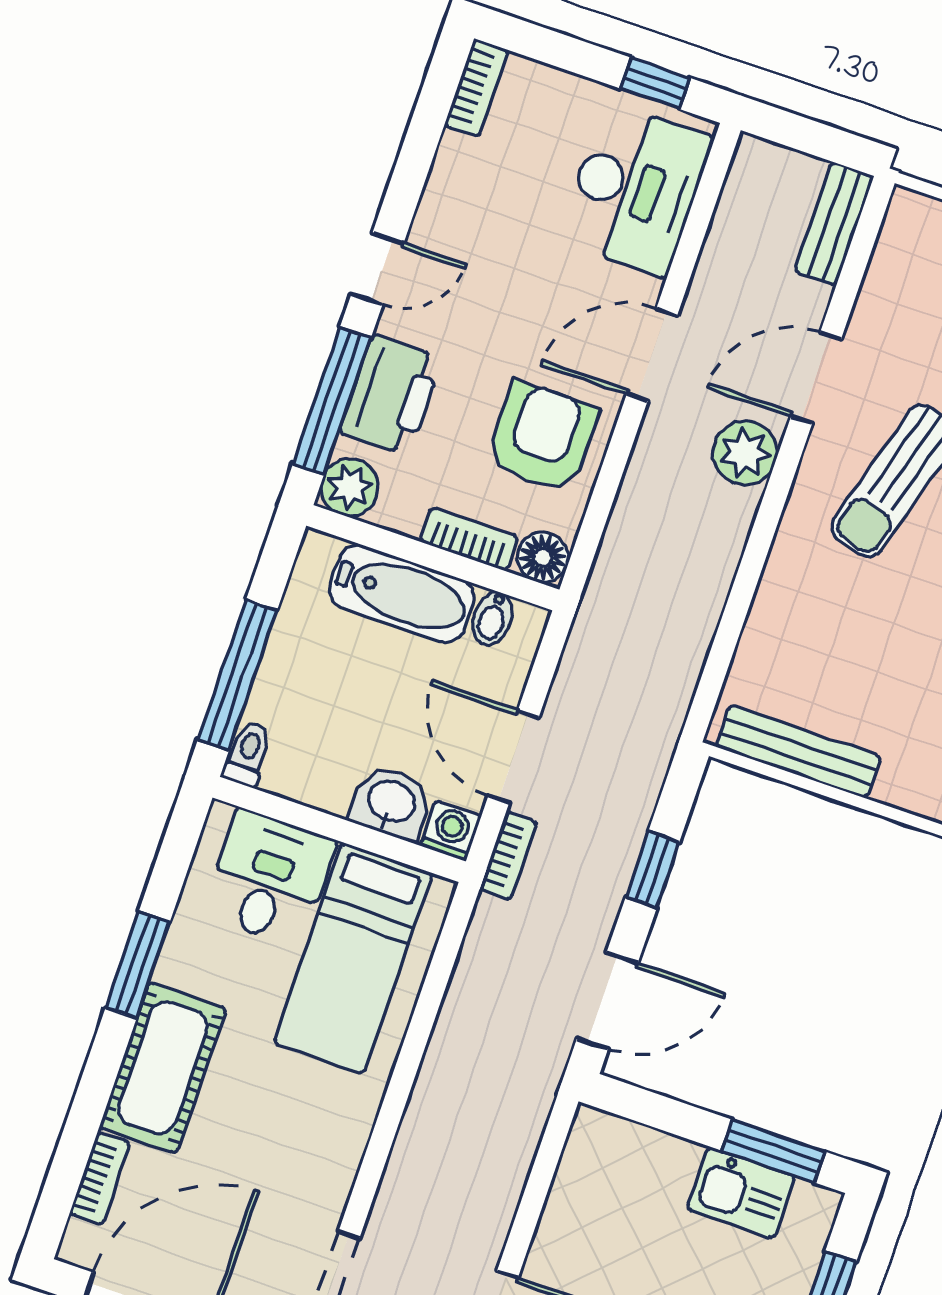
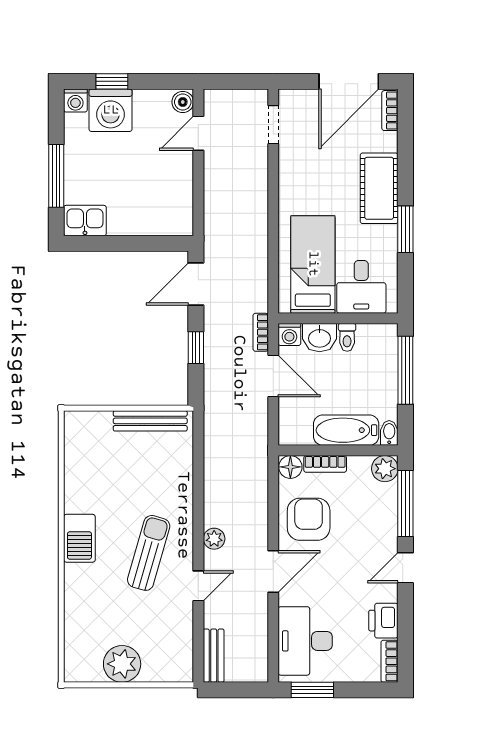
window: (655, 83) -> (312, 690), width x1.50
door: (816, 378) -> (198, 586), width x0.73
printer: (391, 395) -> (383, 621), moved, width x0.73, depth x0.84
armchair: (542, 437) -> (309, 519), turned 180
plant: (745, 453) -> (214, 539), width x0.73, depth x0.73
bidet: (492, 618) -> (389, 433), moved
toilet: (247, 754) -> (347, 337), moved
window: (773, 1151) -> (101, 243), removed
bookcase: (100, 1178) -> (390, 111), moved
kitchen sink: (741, 1193) -> (85, 221), moved

